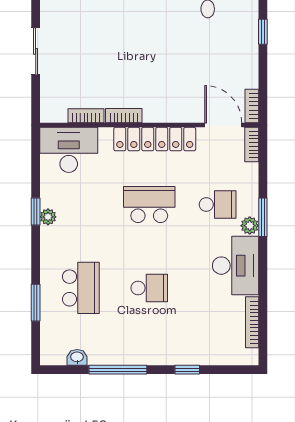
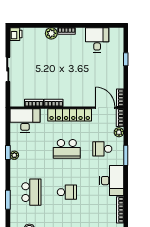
school desk: (149, 205) -> (67, 149), turned 180
school desk: (218, 205) -> (102, 149), turned 180
plant: (250, 226) -> (119, 132), moved

